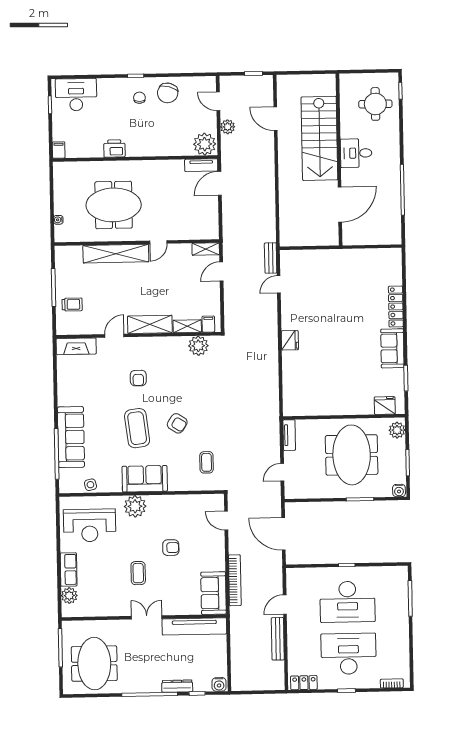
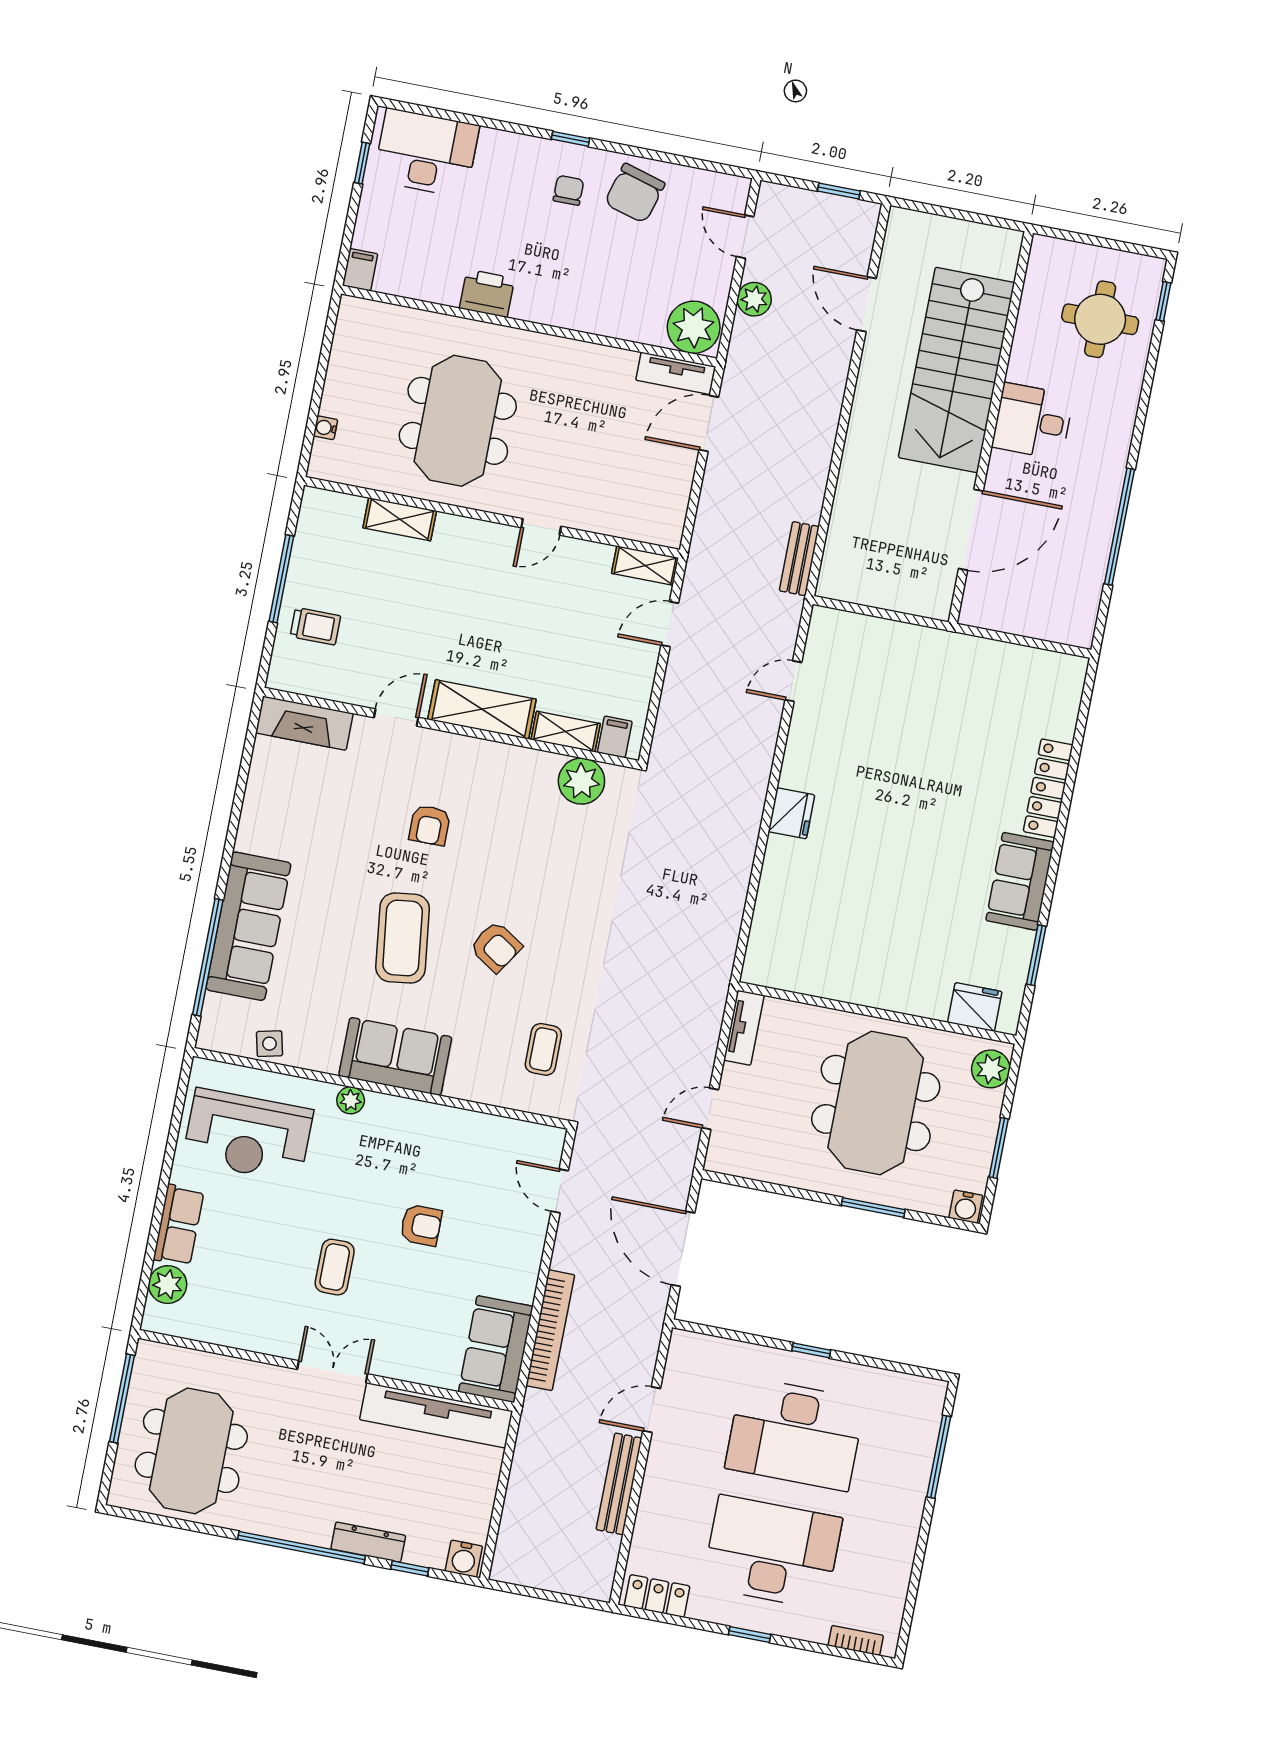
meeting table: (114, 205) -> (458, 421), turned 90
shelving: (116, 254) -> (400, 519), width x0.45, depth x0.75
bench: (271, 258) -> (799, 559), moved
plant: (135, 506) -> (351, 1100), width x0.53, depth x0.53

